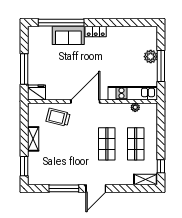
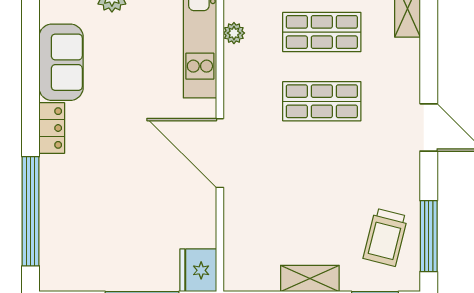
sofa: (68, 35) -> (61, 62), moved
trolley: (58, 117) -> (385, 237), moved
window: (64, 188) -> (429, 236), moved

